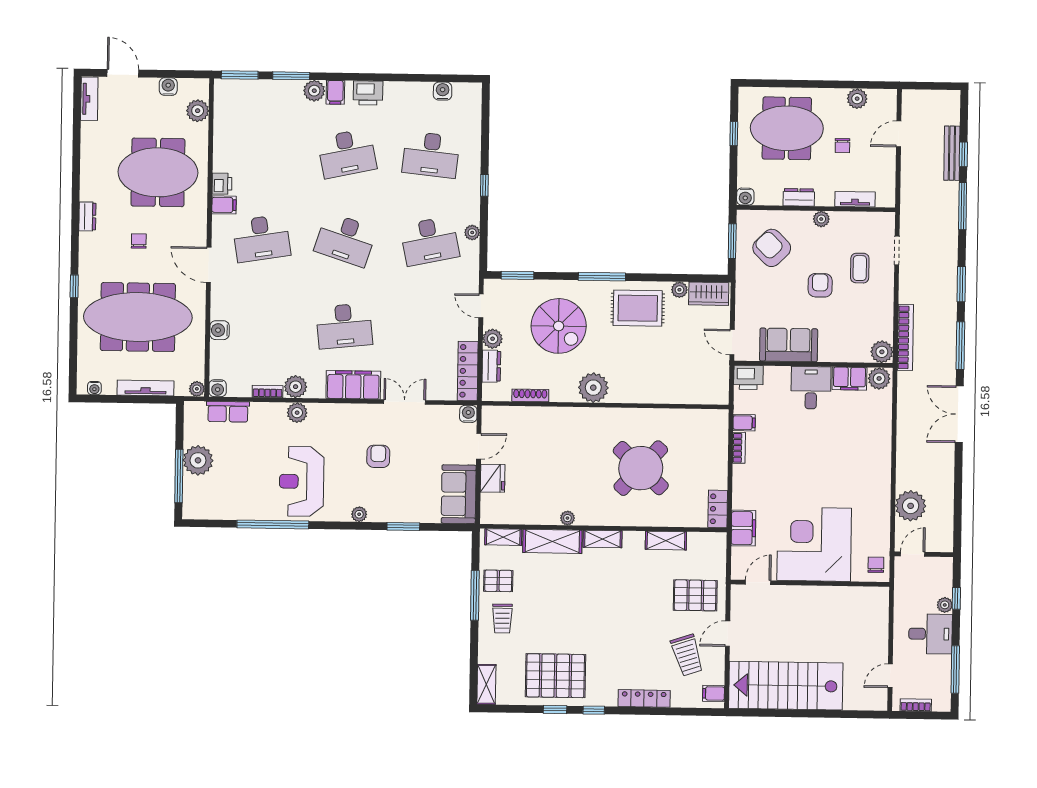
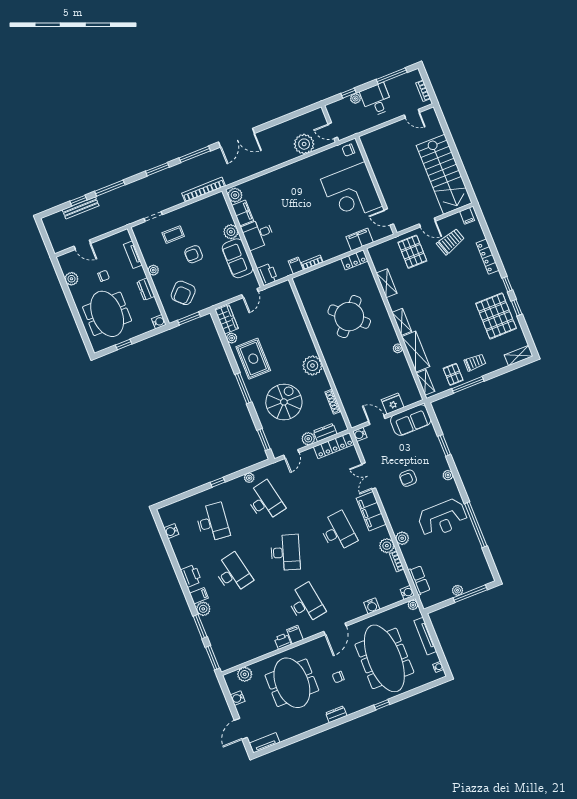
plant: (882, 352) -> (231, 232), moved
plant: (198, 460) -> (458, 590), width x0.53, depth x0.53

